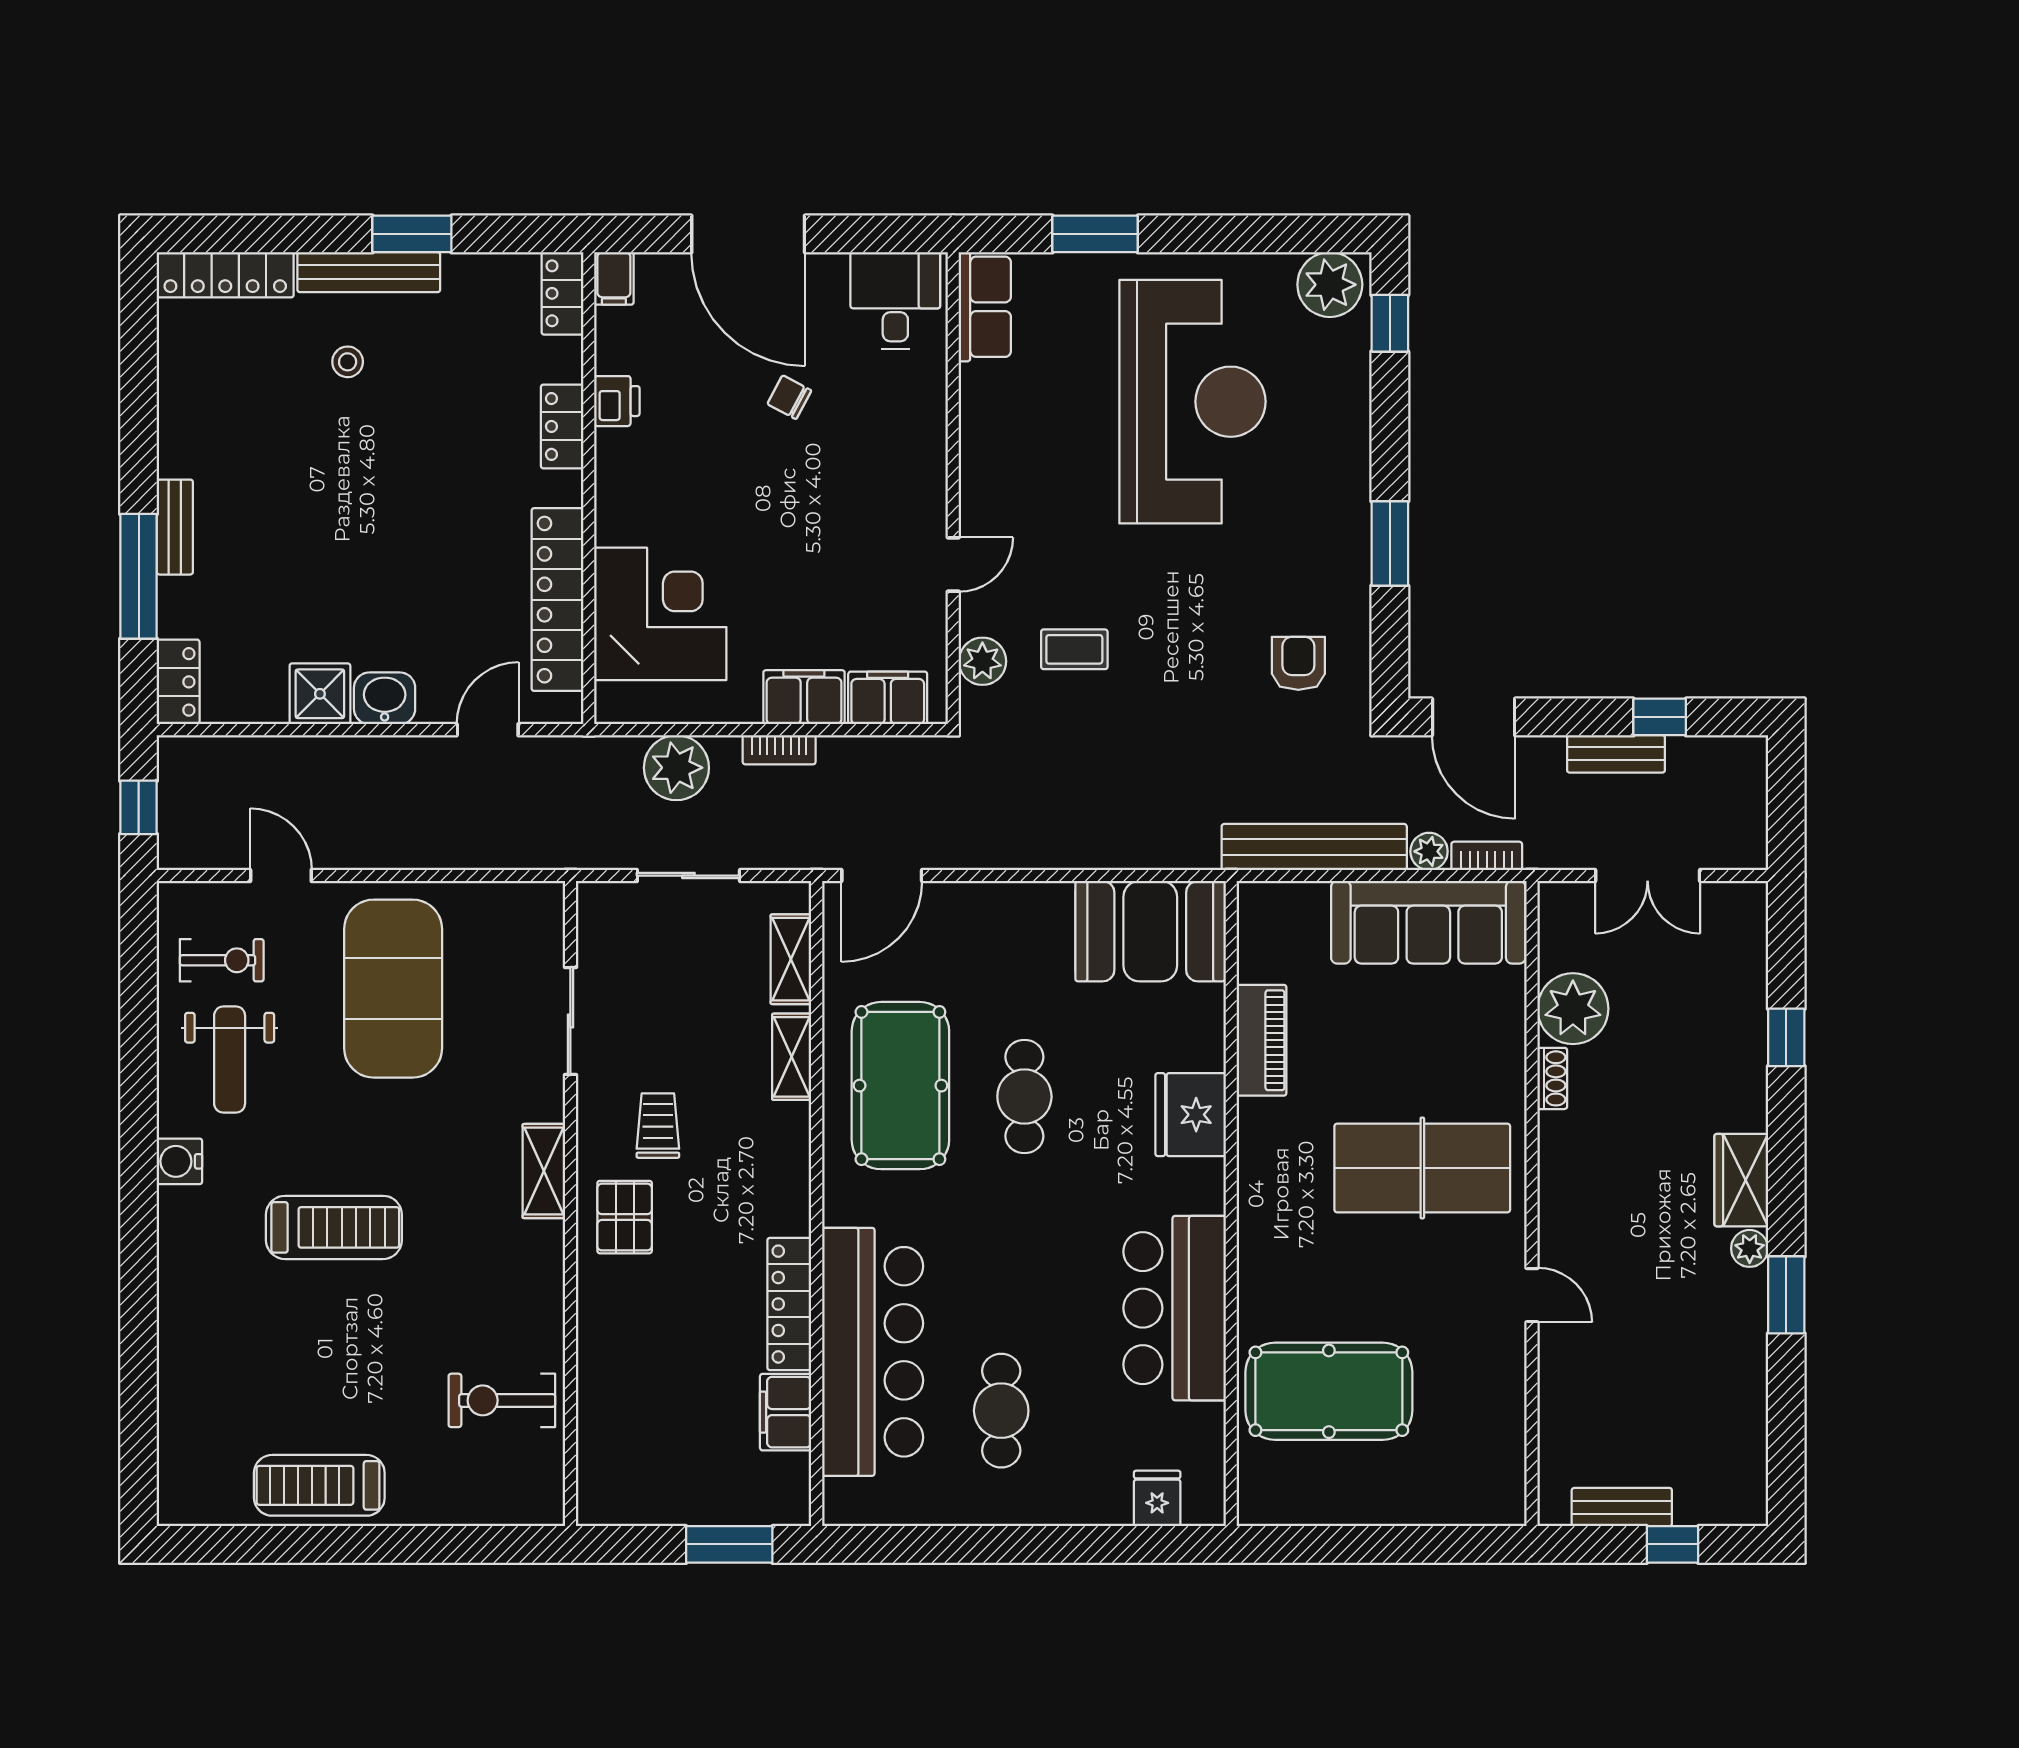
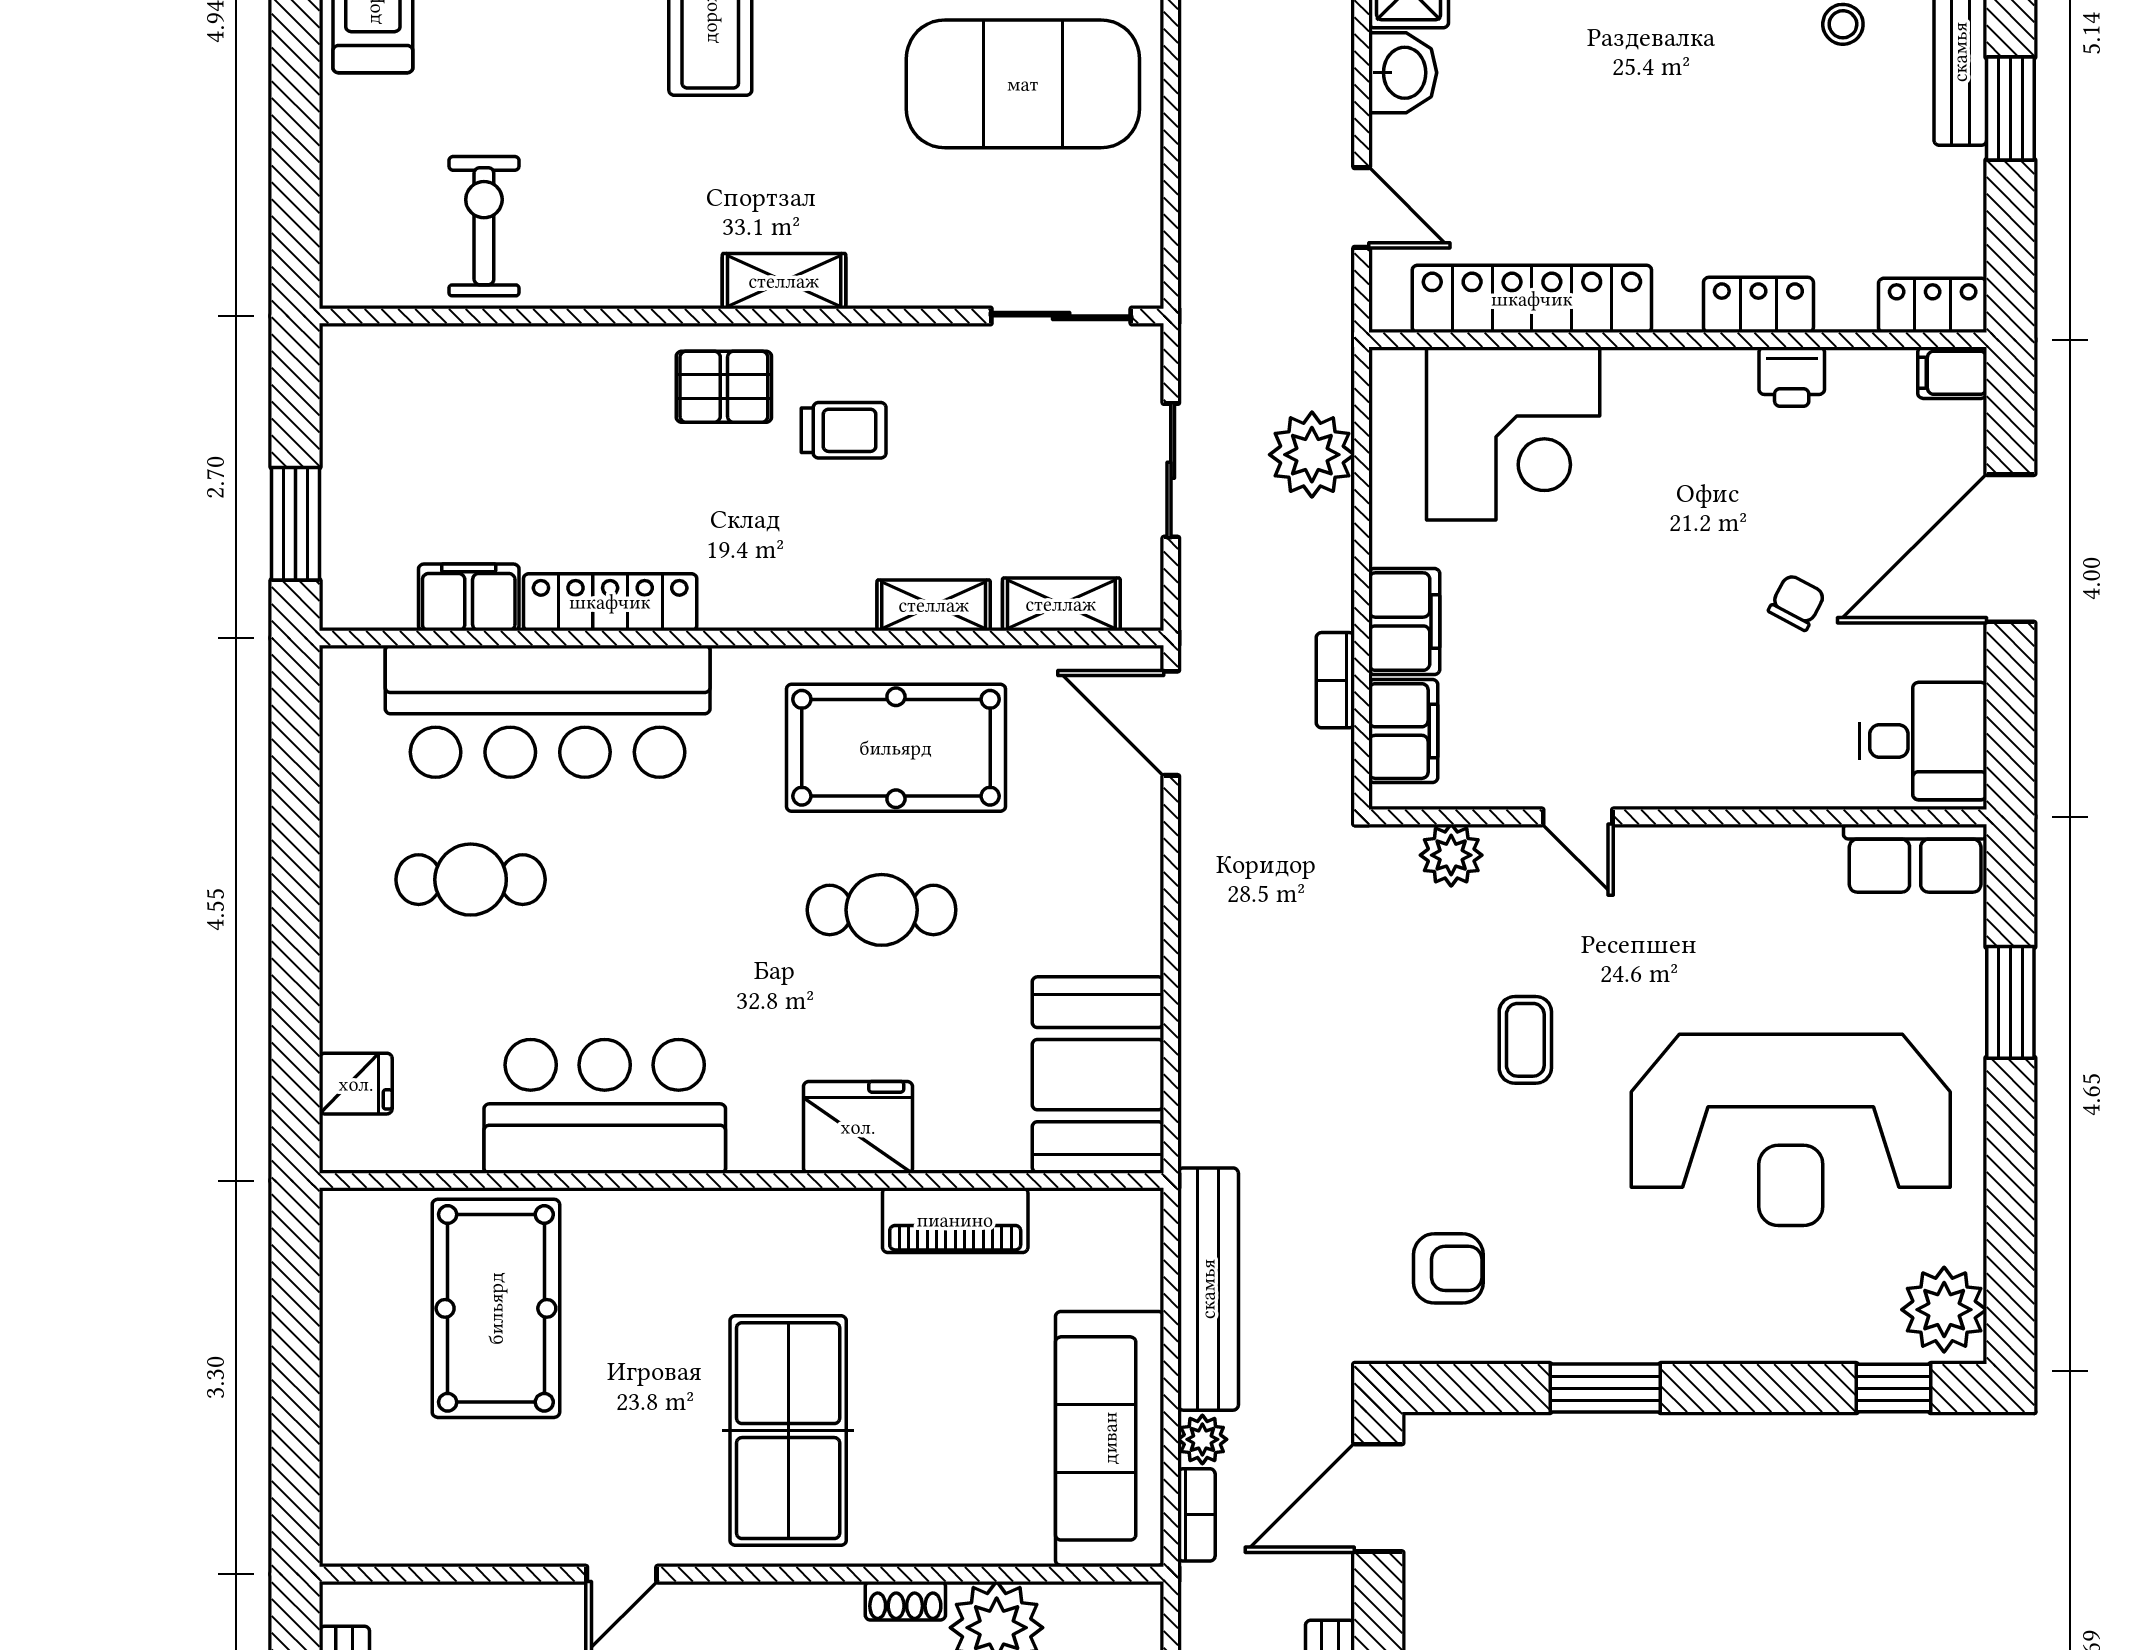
coffee table: (1074, 649) -> (1525, 1040), moved
bookcase: (779, 750) -> (1335, 680), moved
sliding door: (570, 1021) -> (1061, 316), moved

